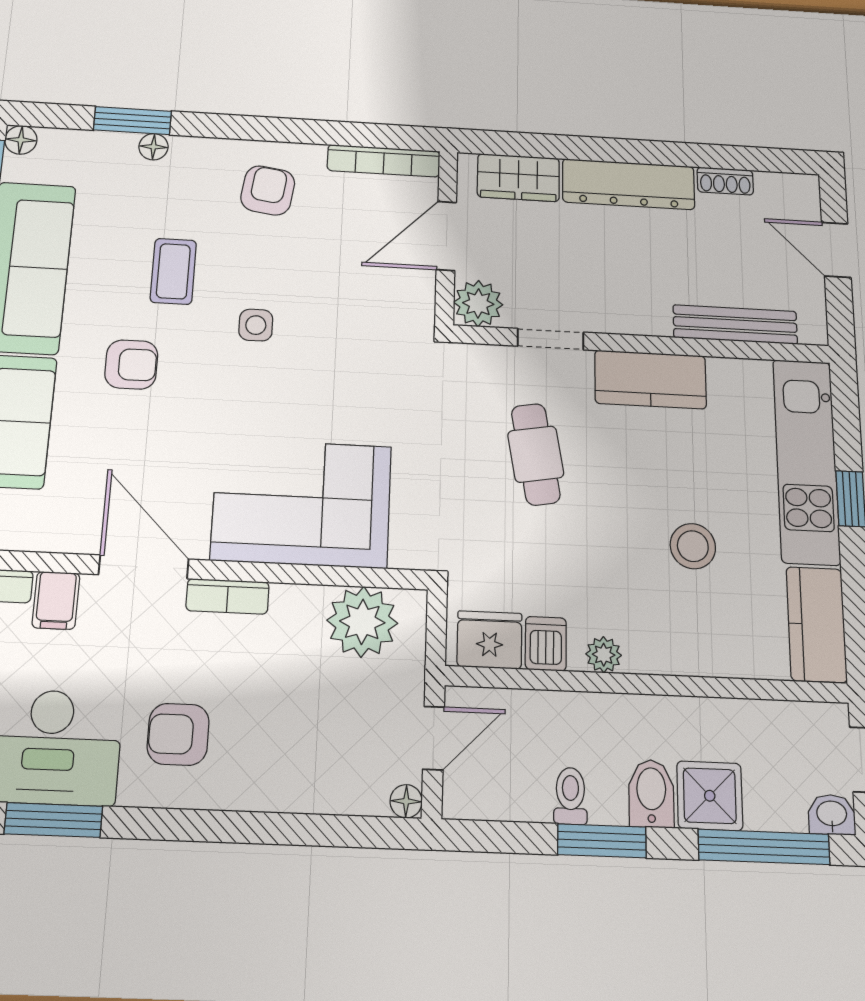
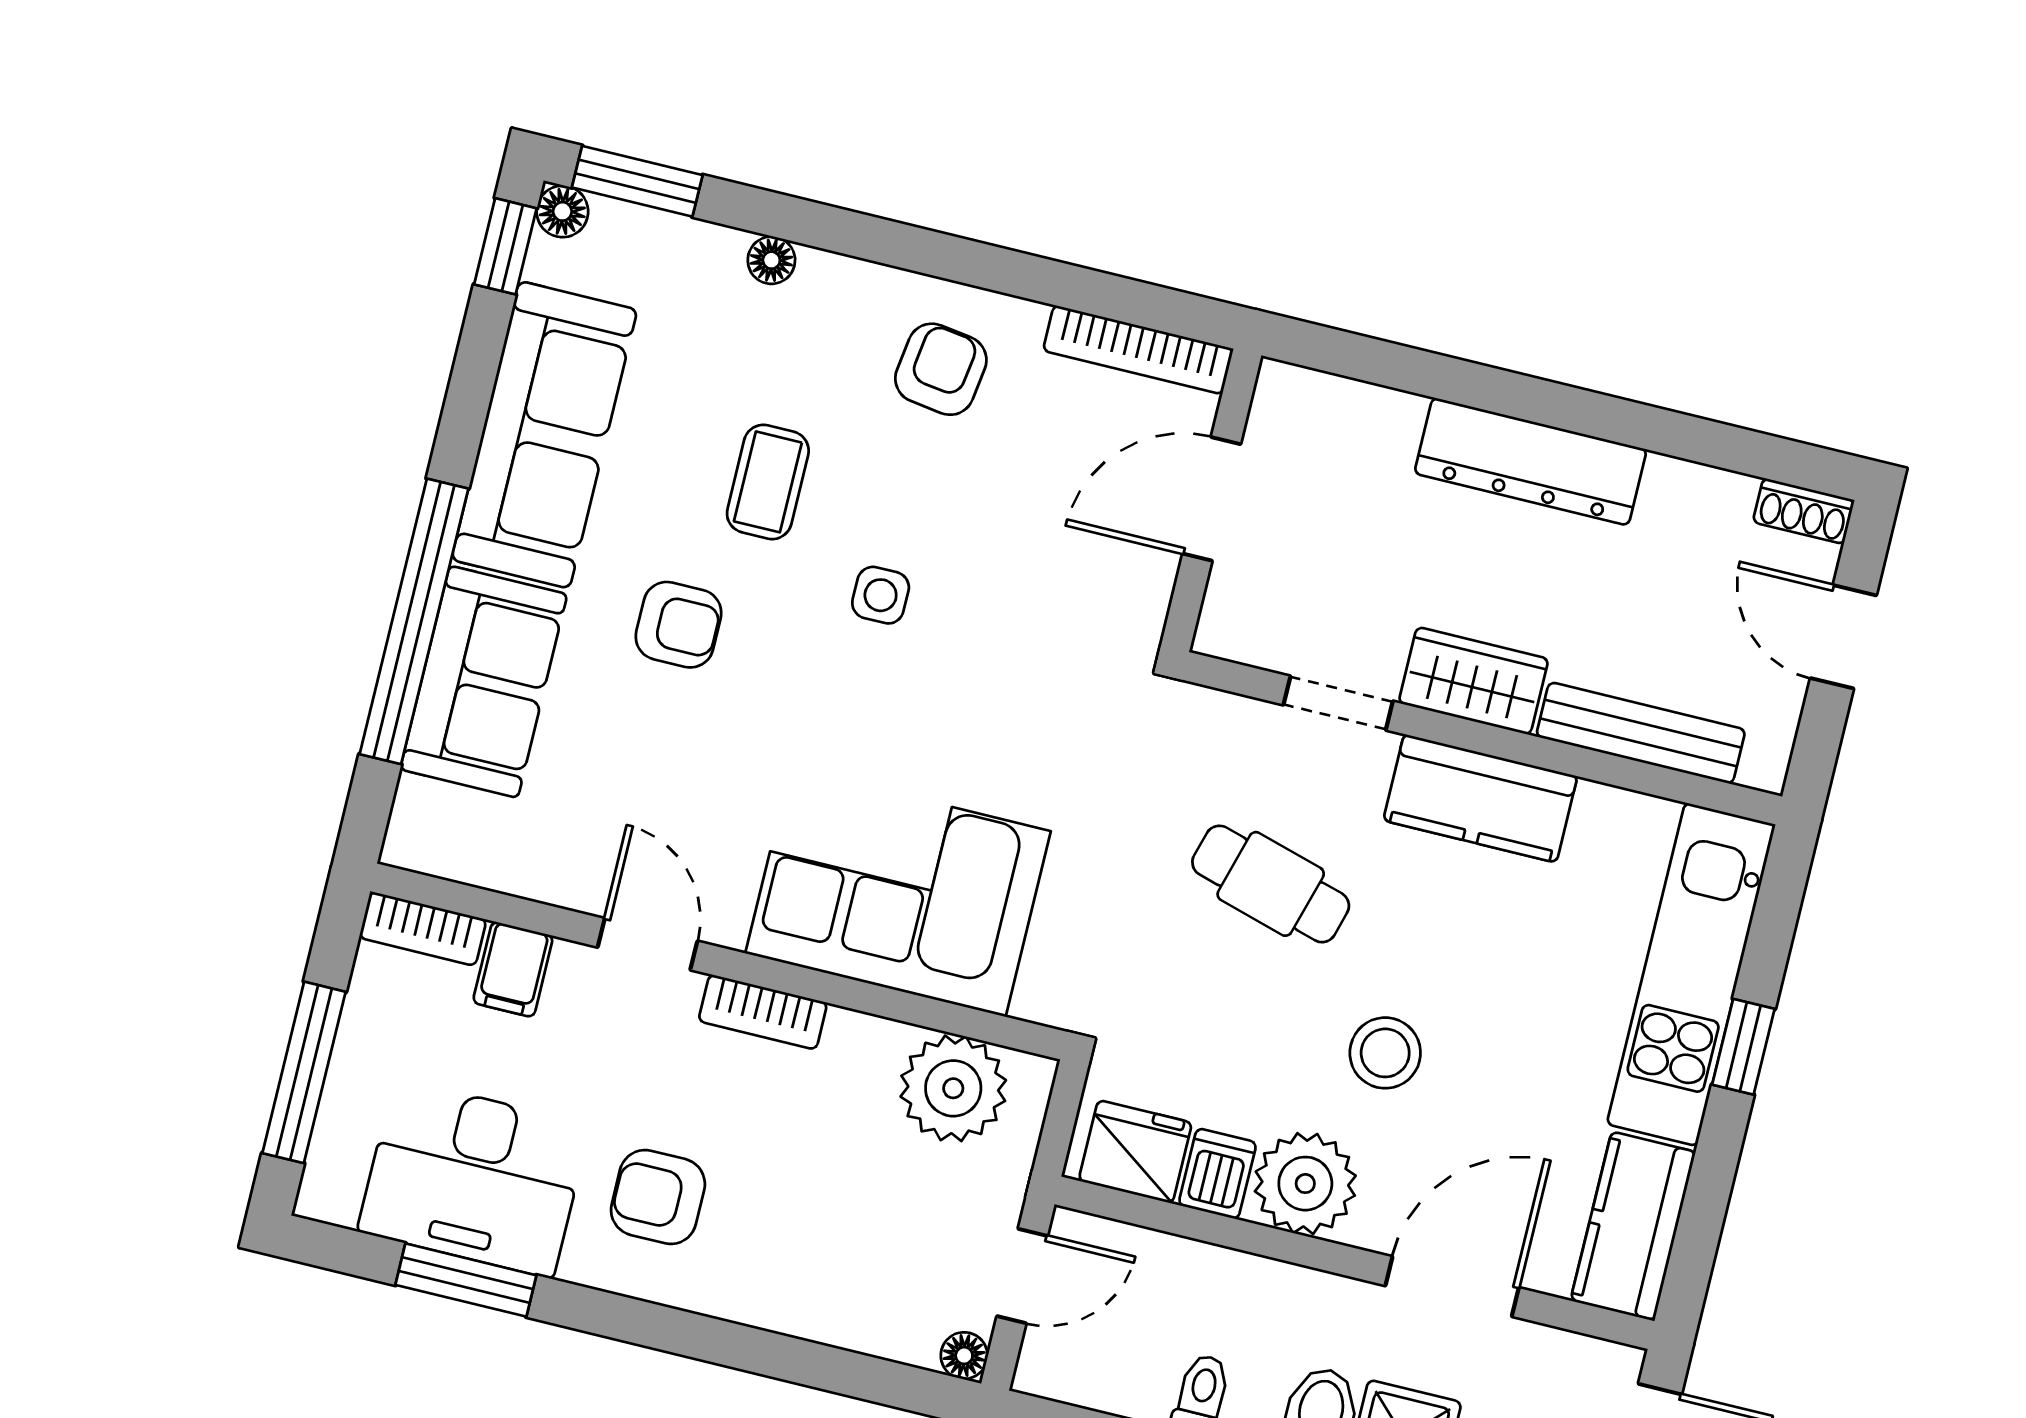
window: (133, 121) -> (637, 181), moved
wardrobe: (518, 178) -> (1473, 681), moved, turned 180
shoe rack: (725, 181) -> (1804, 511), moved
plant: (478, 303) -> (1237, 623), removed
cafe table: (536, 454) -> (1271, 884), turned -64
stool: (693, 546) -> (1385, 1053), moved
door: (144, 567) -> (647, 944), width x0.73
plant: (604, 655) -> (1305, 1184), width x1.87, depth x1.87
door: (714, 687) -> (1452, 1287), added

